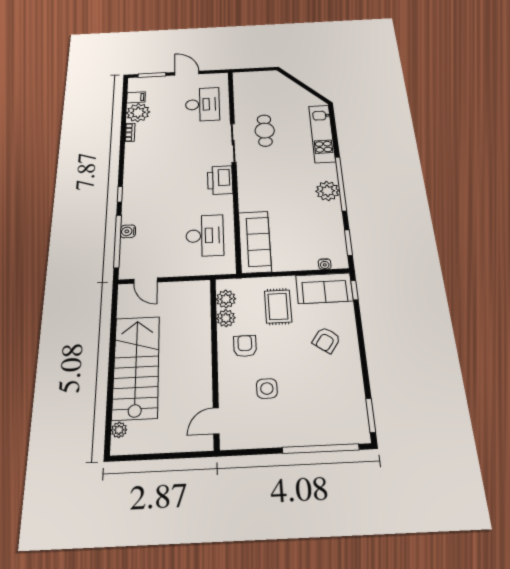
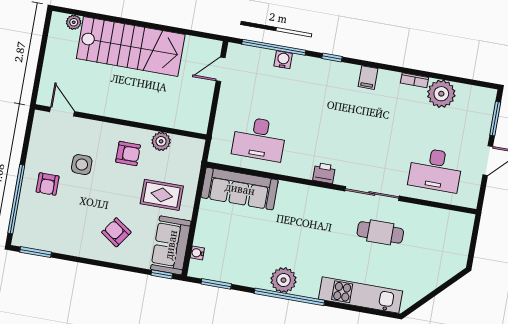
filing cabinet: (136, 97) -> (368, 78), moved
printer: (220, 180) -> (324, 173), width x0.53, depth x0.68
plant: (226, 299) -> (182, 146), removed
armchair: (296, 419) -> (48, 184), added

